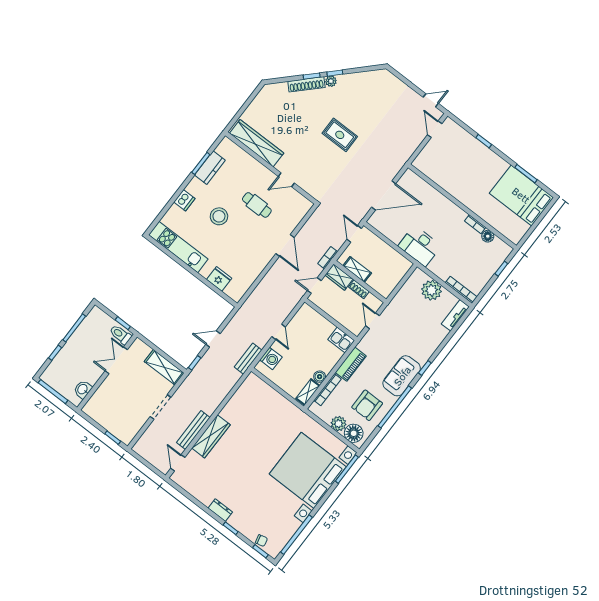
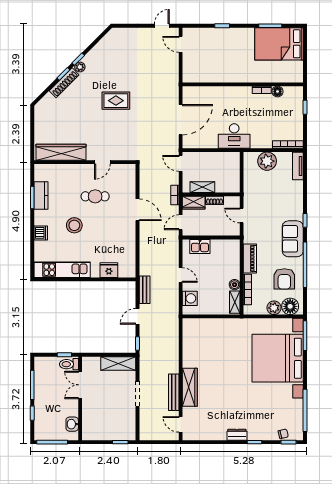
kitchen sink: (341, 340) -> (200, 247), moved
bench: (248, 359) -> (145, 290), moved

